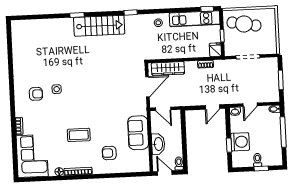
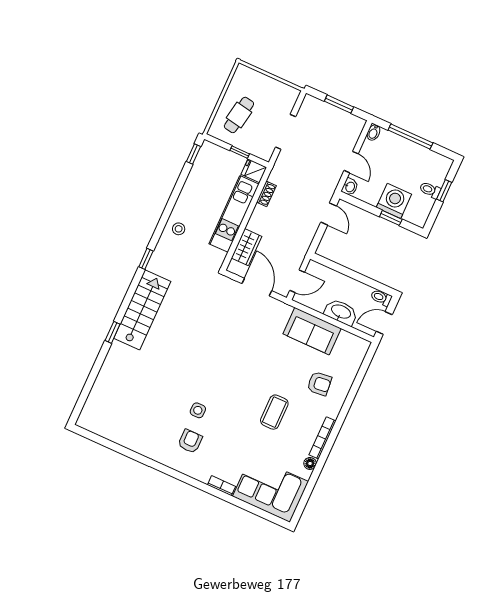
kitchen unit: (195, 19) -> (234, 214), moved, turned 180
cafe table: (244, 24) -> (239, 115), width x0.73, depth x0.74
wardrobe: (168, 68) -> (246, 247), width x0.67
armchair: (109, 153) -> (319, 384), turned -96

